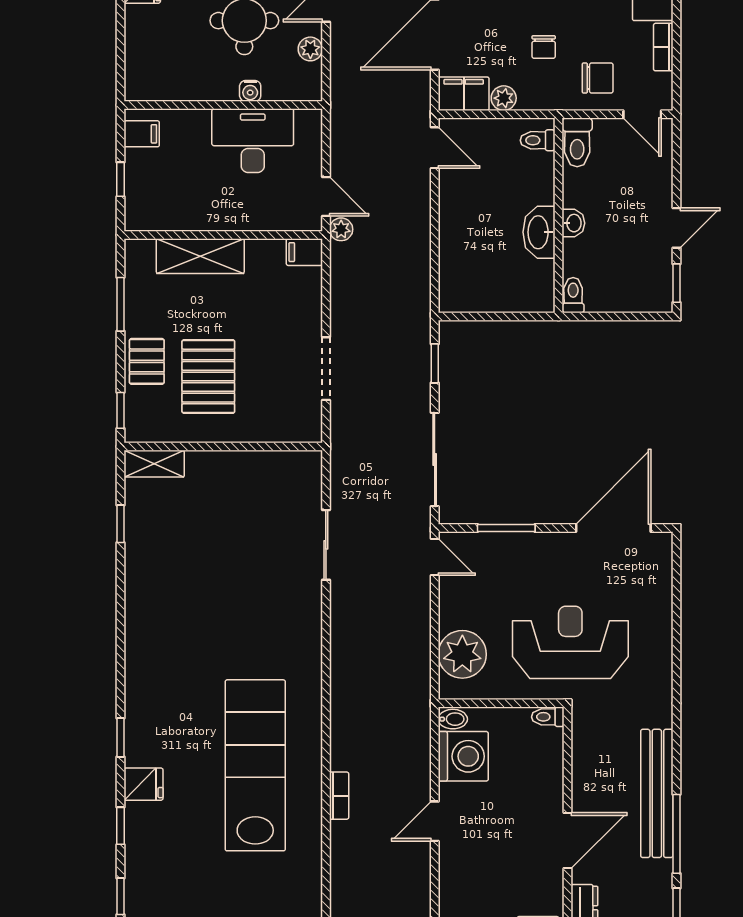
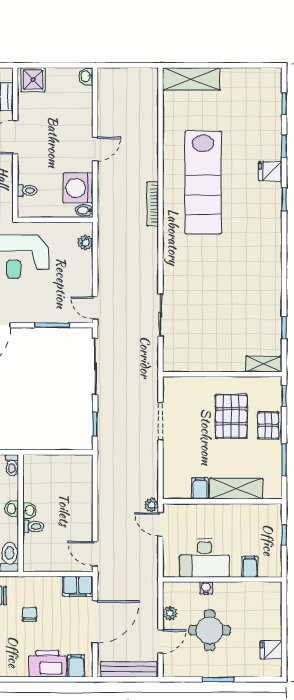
plant: (504, 98) -> (54, 584), removed
filing cabinet: (142, 134) -> (250, 567), moved, turned 90
toilet: (538, 140) -> (33, 526), moved
washbasin: (539, 232) -> (29, 511), width x0.52, depth x0.69
filing cabinet: (304, 252) -> (200, 488), moved, turned -90
plant: (462, 654) -> (85, 243), width x0.53, depth x0.53
toilet: (548, 717) -> (27, 190), moved
bookcase: (339, 796) -> (153, 204), moved, width x1.56

